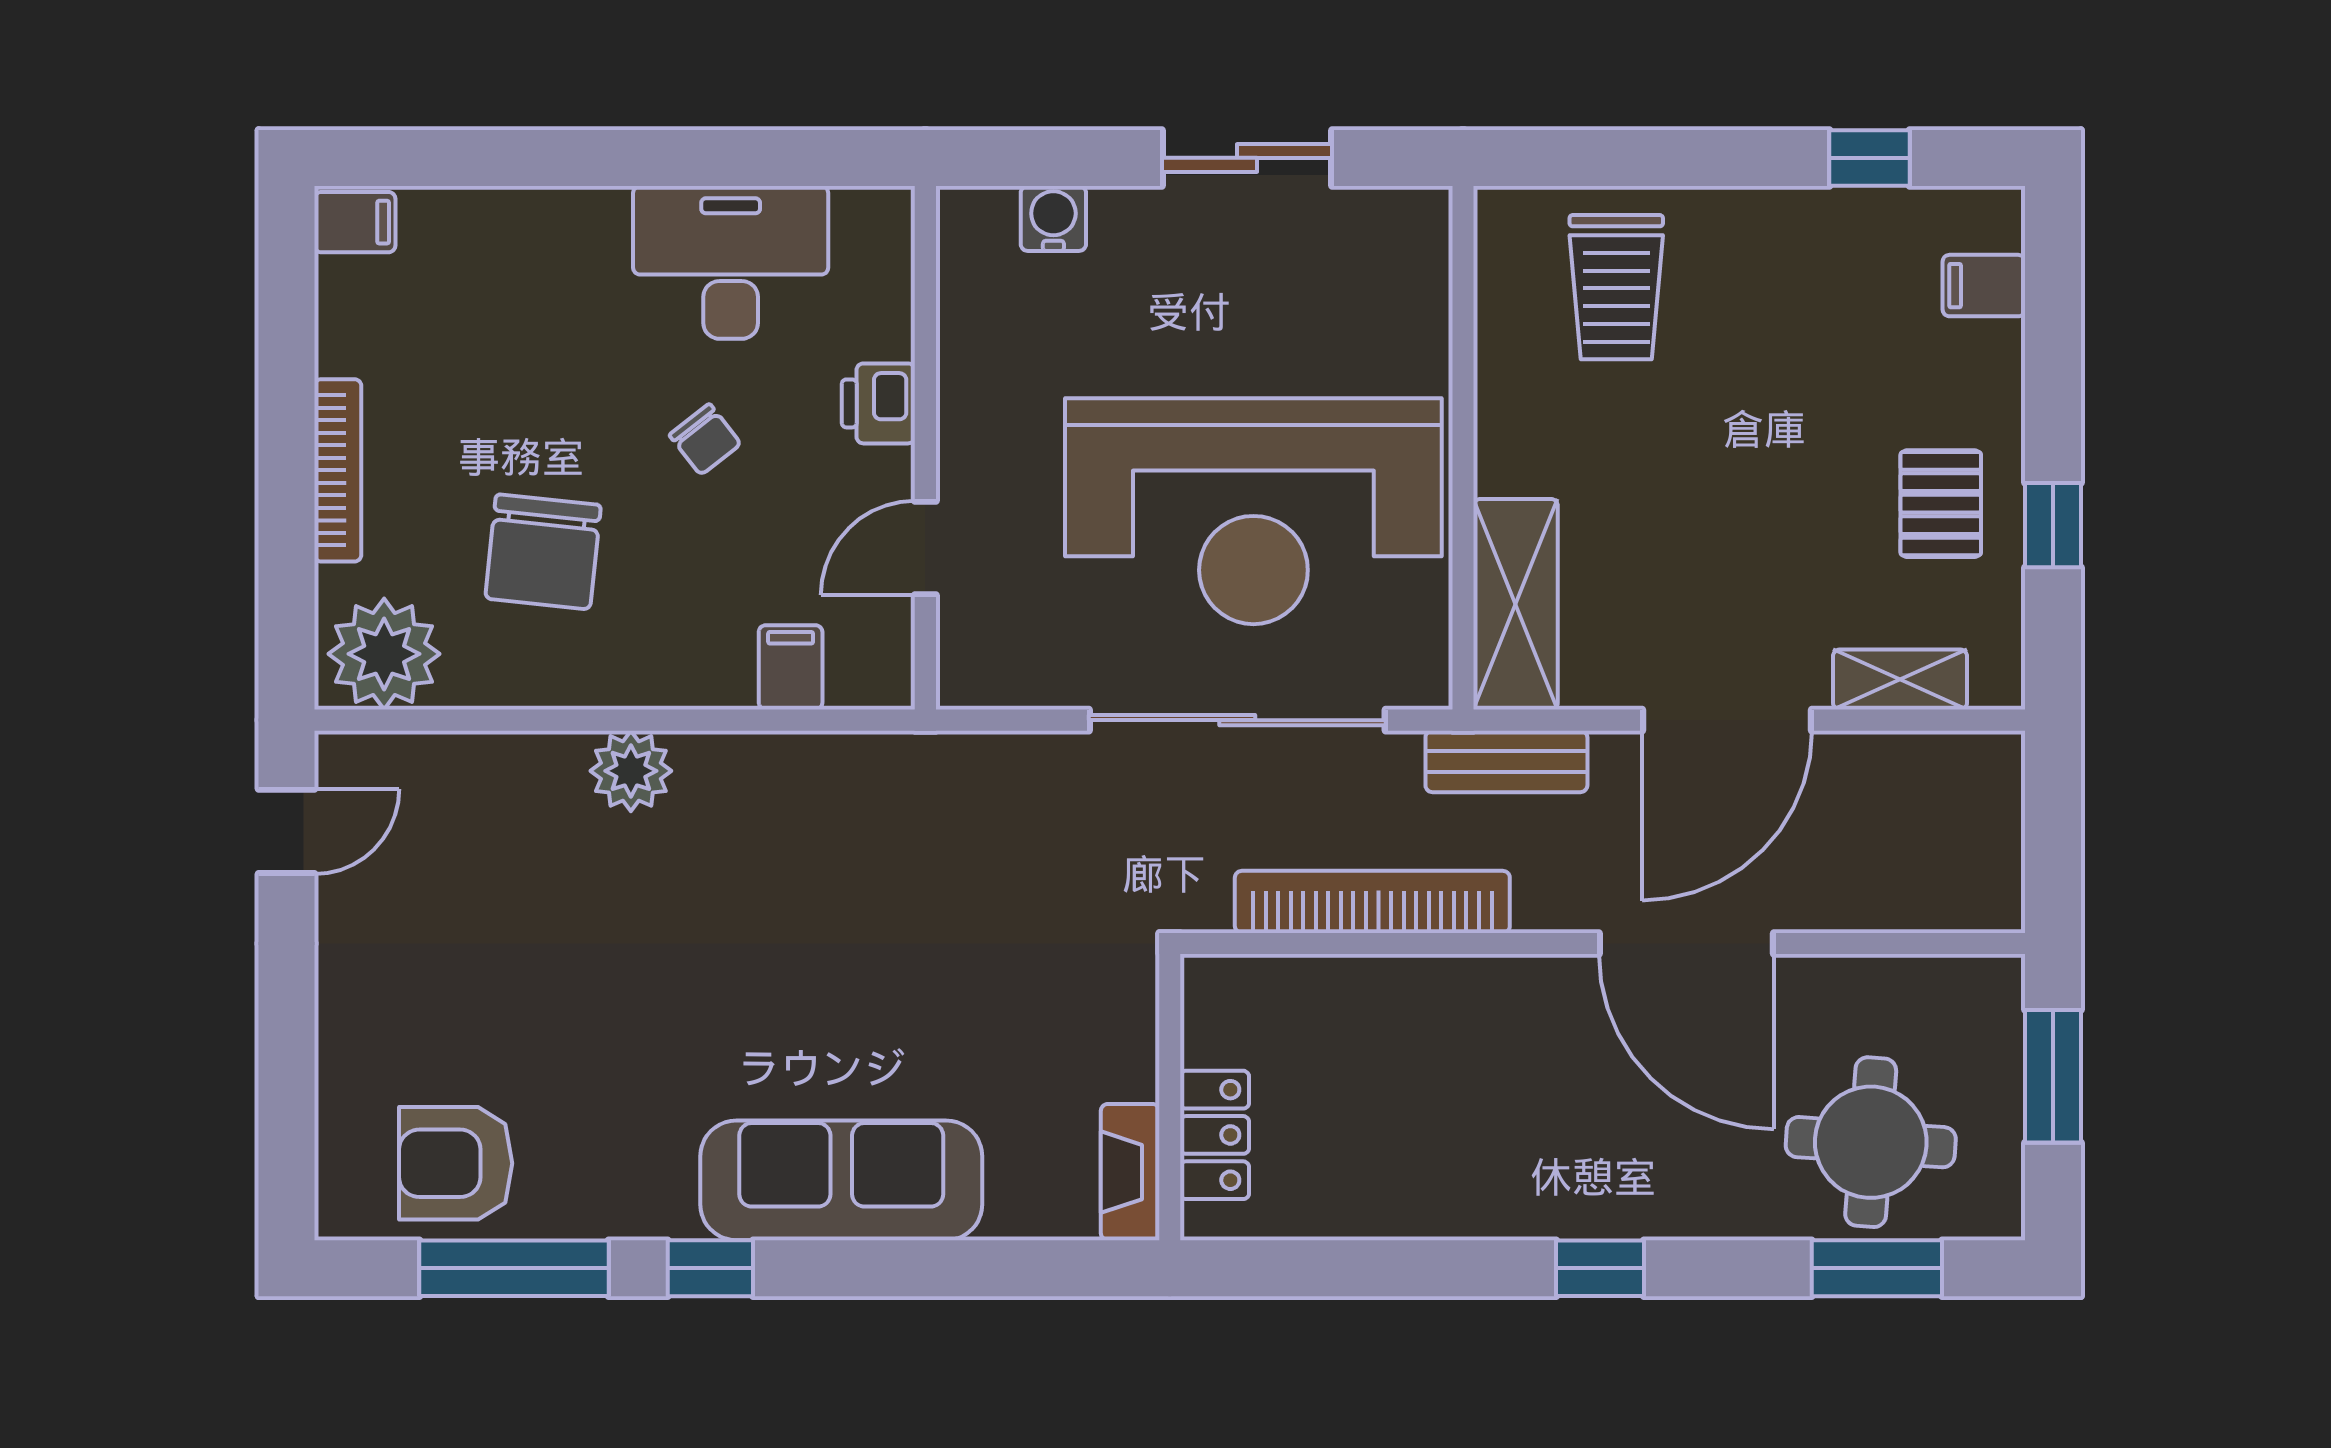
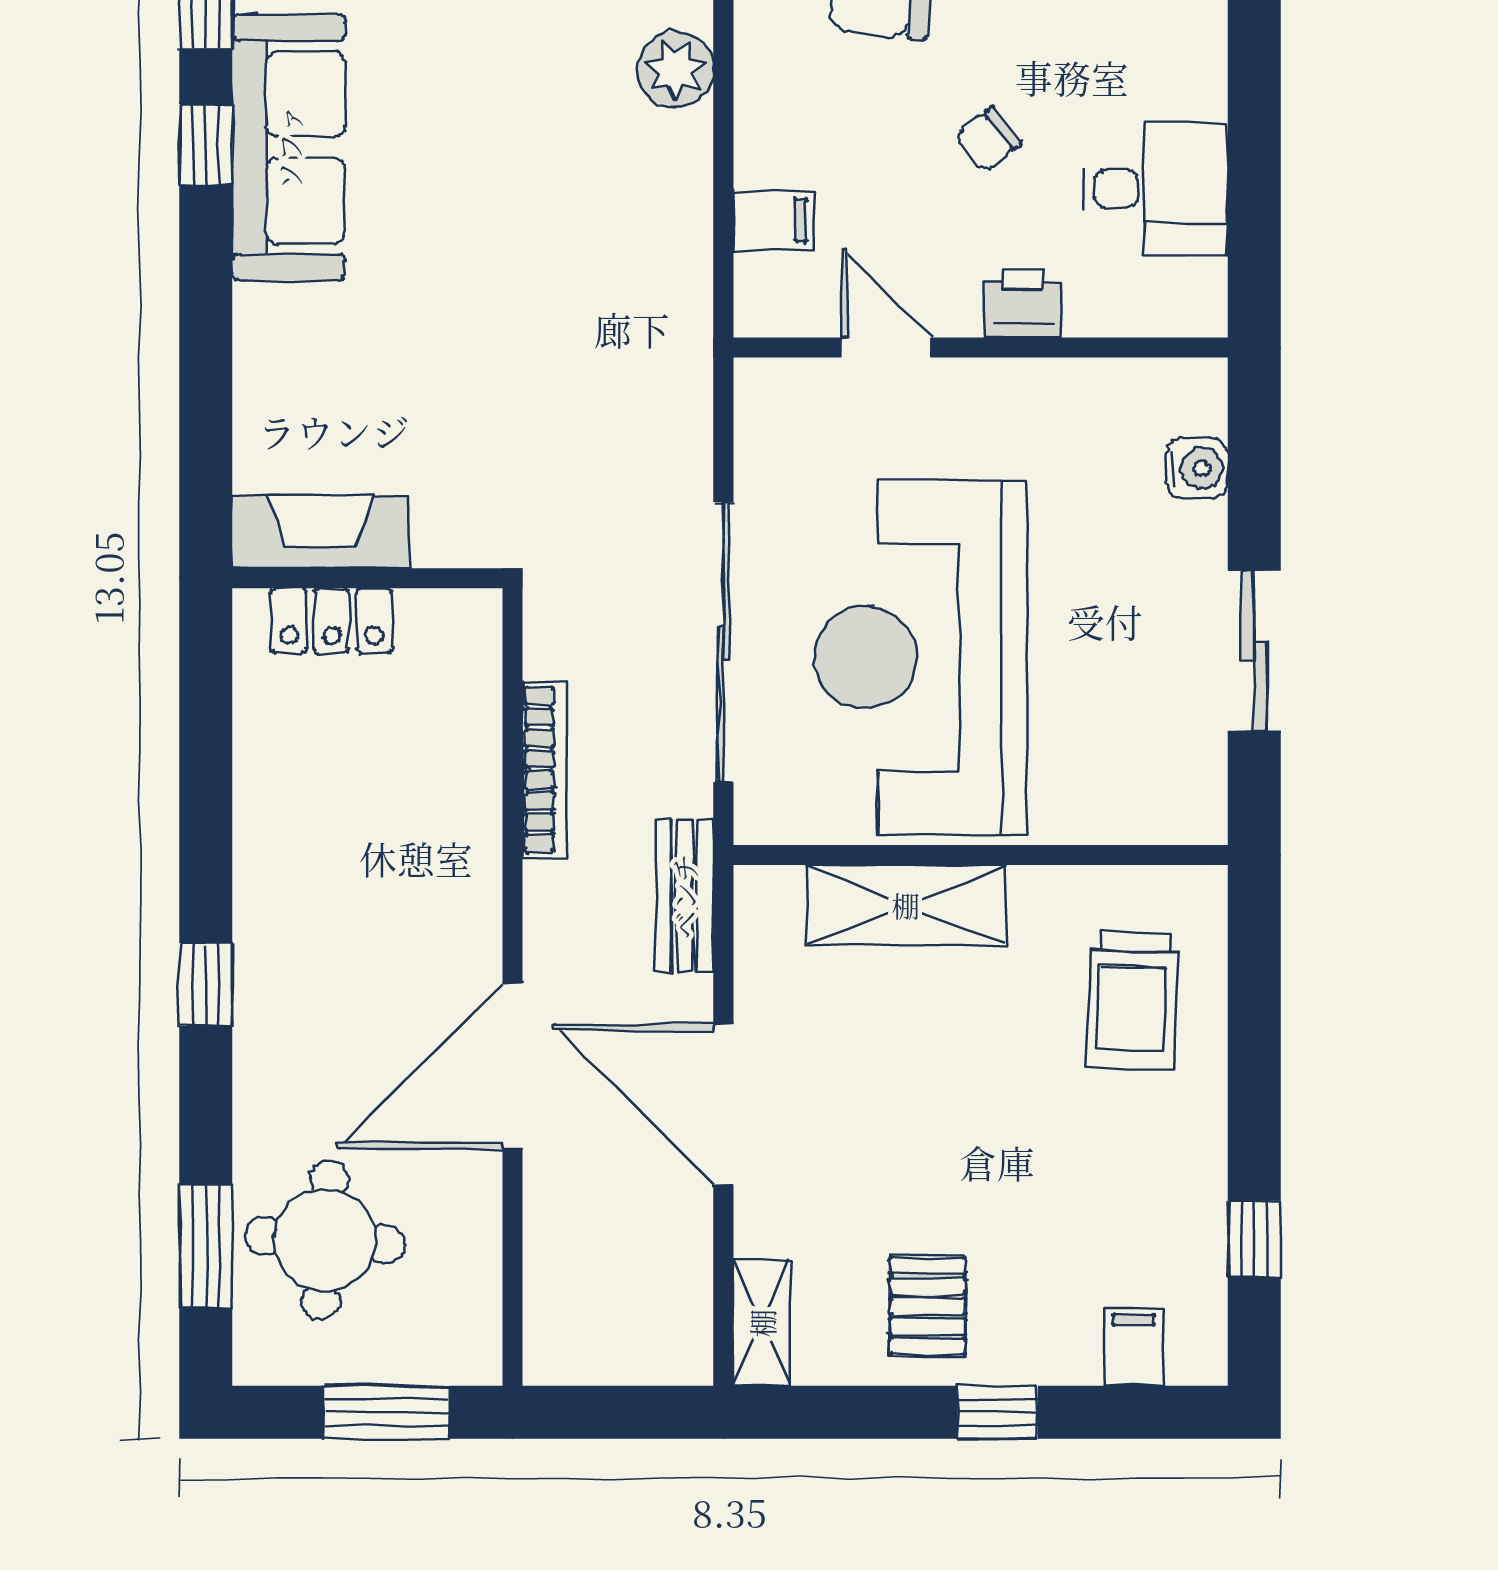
desk: (731, 262) -> (1155, 189), width x0.73
trolley: (1616, 287) -> (1132, 1000), turned -87
pallet: (1941, 504) -> (928, 1306), turned 90
window: (2053, 525) -> (998, 1412), moved
shelving: (1516, 604) -> (906, 905), moved
shelving: (1900, 679) -> (762, 1323), moved
bookcase: (1372, 902) -> (545, 769), width x0.68, depth x0.76
fireplace: (1130, 1172) -> (320, 532), width x1.37, depth x1.32
sofa: (841, 1180) -> (289, 147), moved

